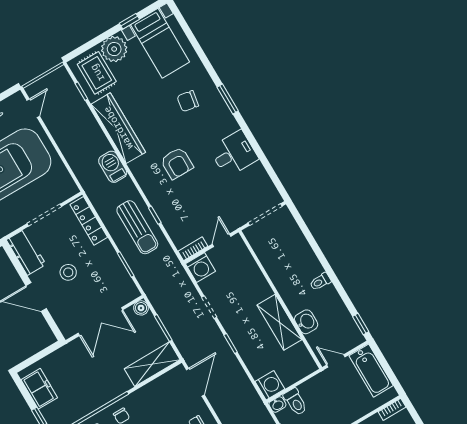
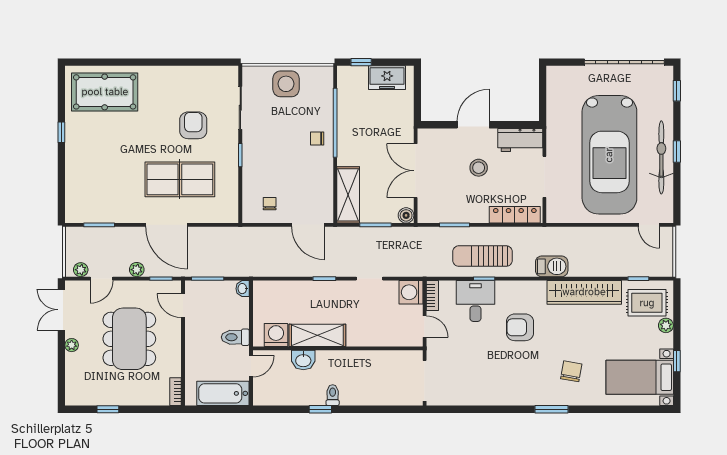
plant: (114, 49) -> (666, 325), width x0.53, depth x0.53
desk: (234, 154) -> (475, 301), moved, turned 180
window: (361, 324) -> (320, 409), moved
washing machine: (270, 385) -> (276, 335), moved, turned 180
toilet: (295, 402) -> (235, 337), moved

